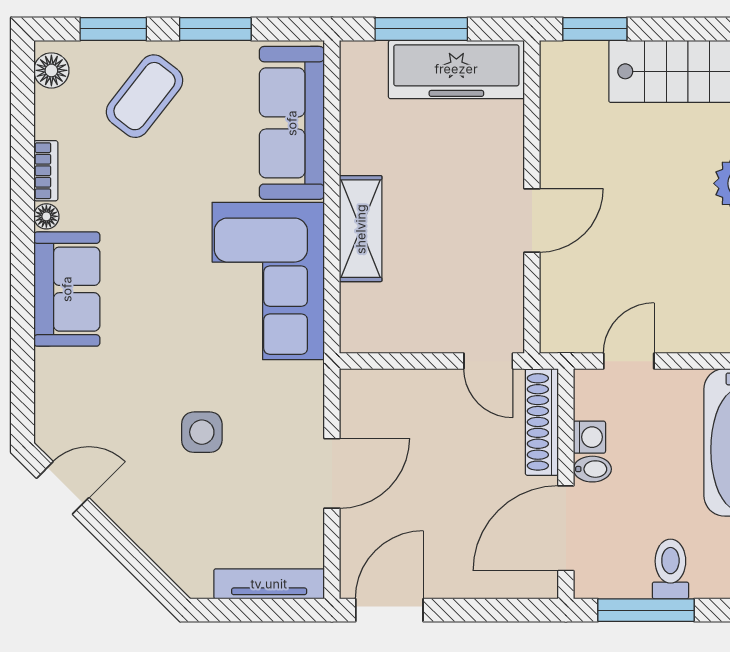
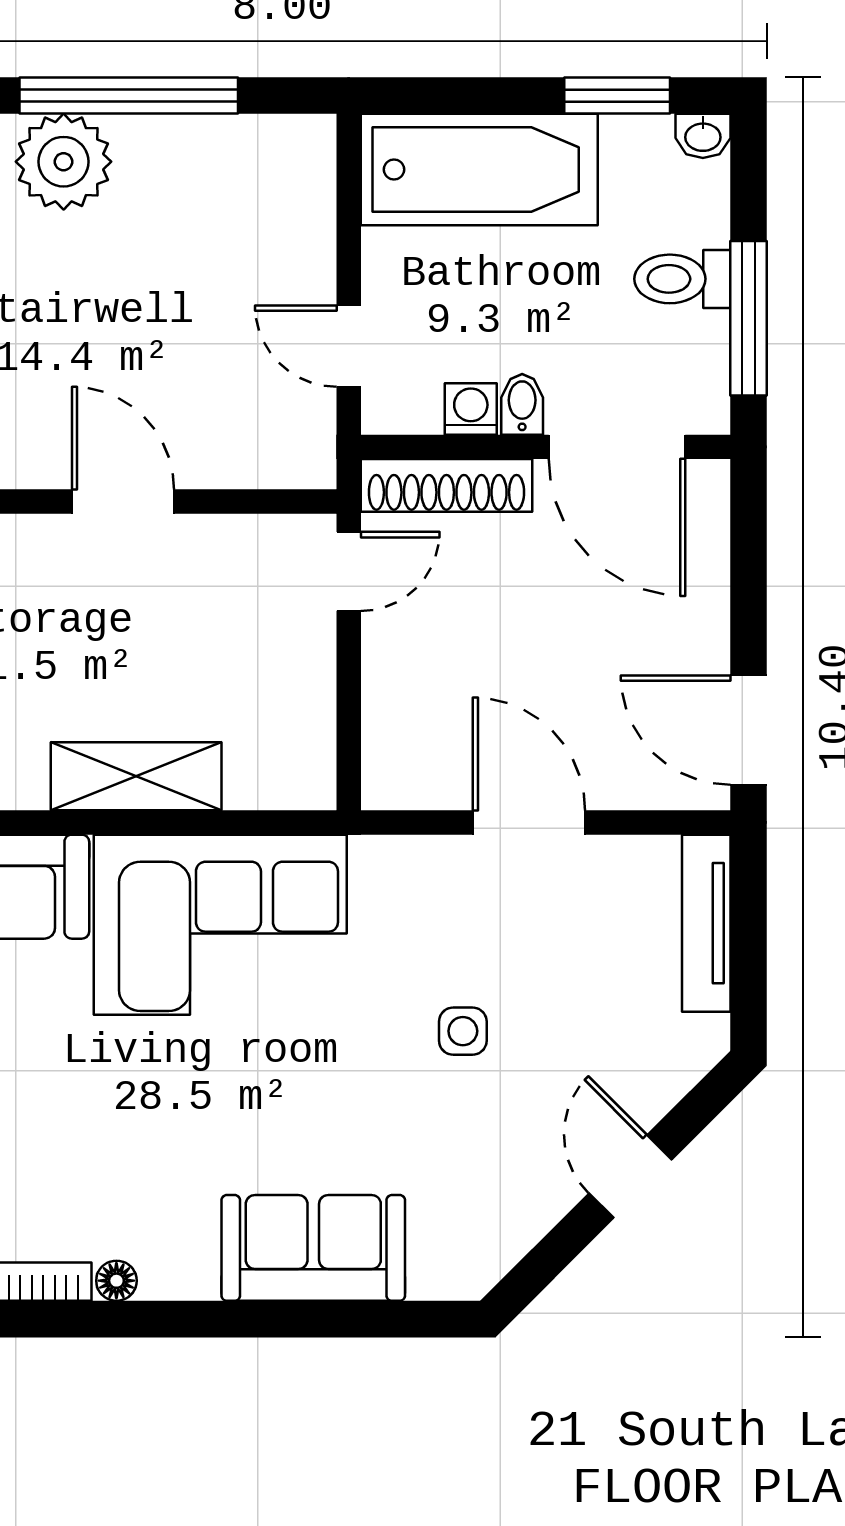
sofa: (67, 289) -> (313, 1248), moved
side table: (202, 432) -> (463, 1031), width x0.73, depth x0.73
door: (63, 488) -> (630, 1176), moved

